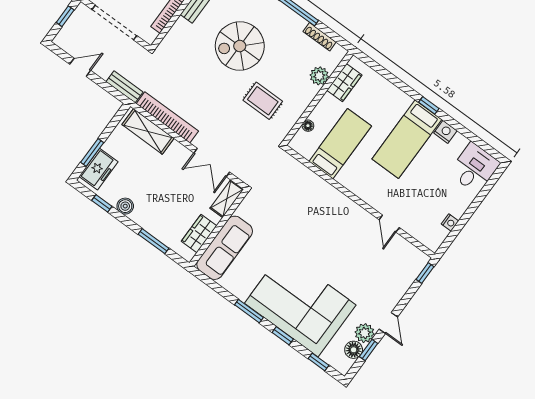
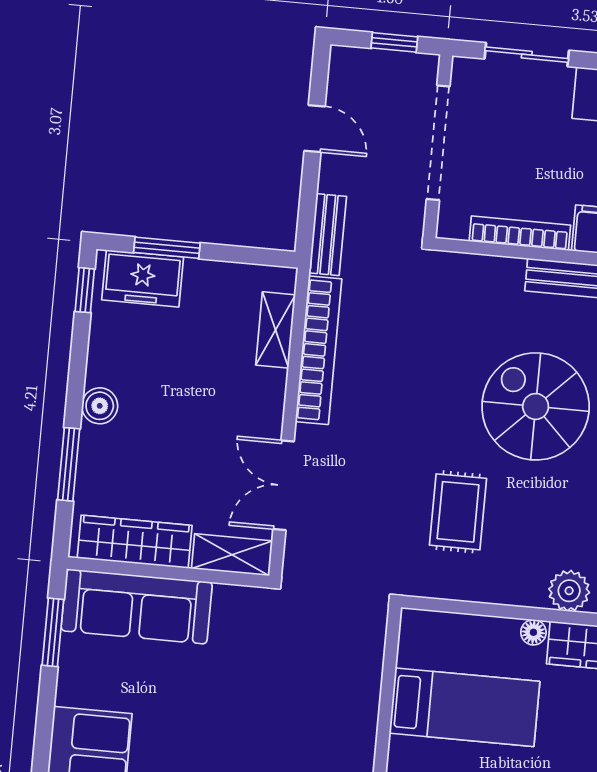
floor lamp: (308, 126) -> (533, 632), moved
shelving: (148, 131) -> (276, 330), width x0.67, depth x0.75
window: (102, 203) -> (85, 290), moved
boiler: (125, 206) -> (100, 406), moved
wardrobe: (199, 233) -> (135, 542), width x1.50
window: (249, 311) -> (53, 632), moved

